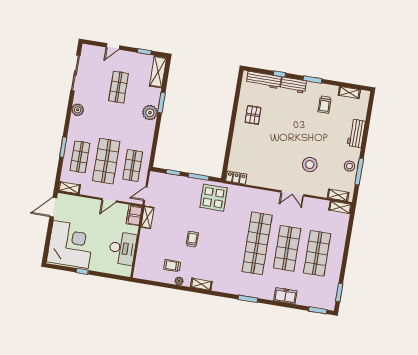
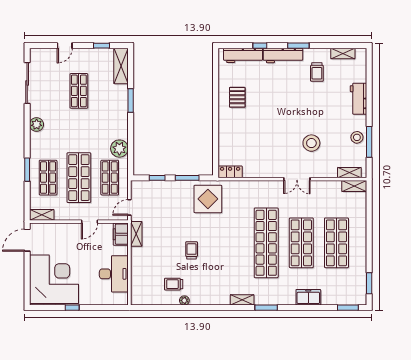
workbench: (293, 85) -> (283, 55), width x1.38
plant: (150, 113) -> (119, 149), moved
shelving: (201, 284) -> (242, 300), moved

